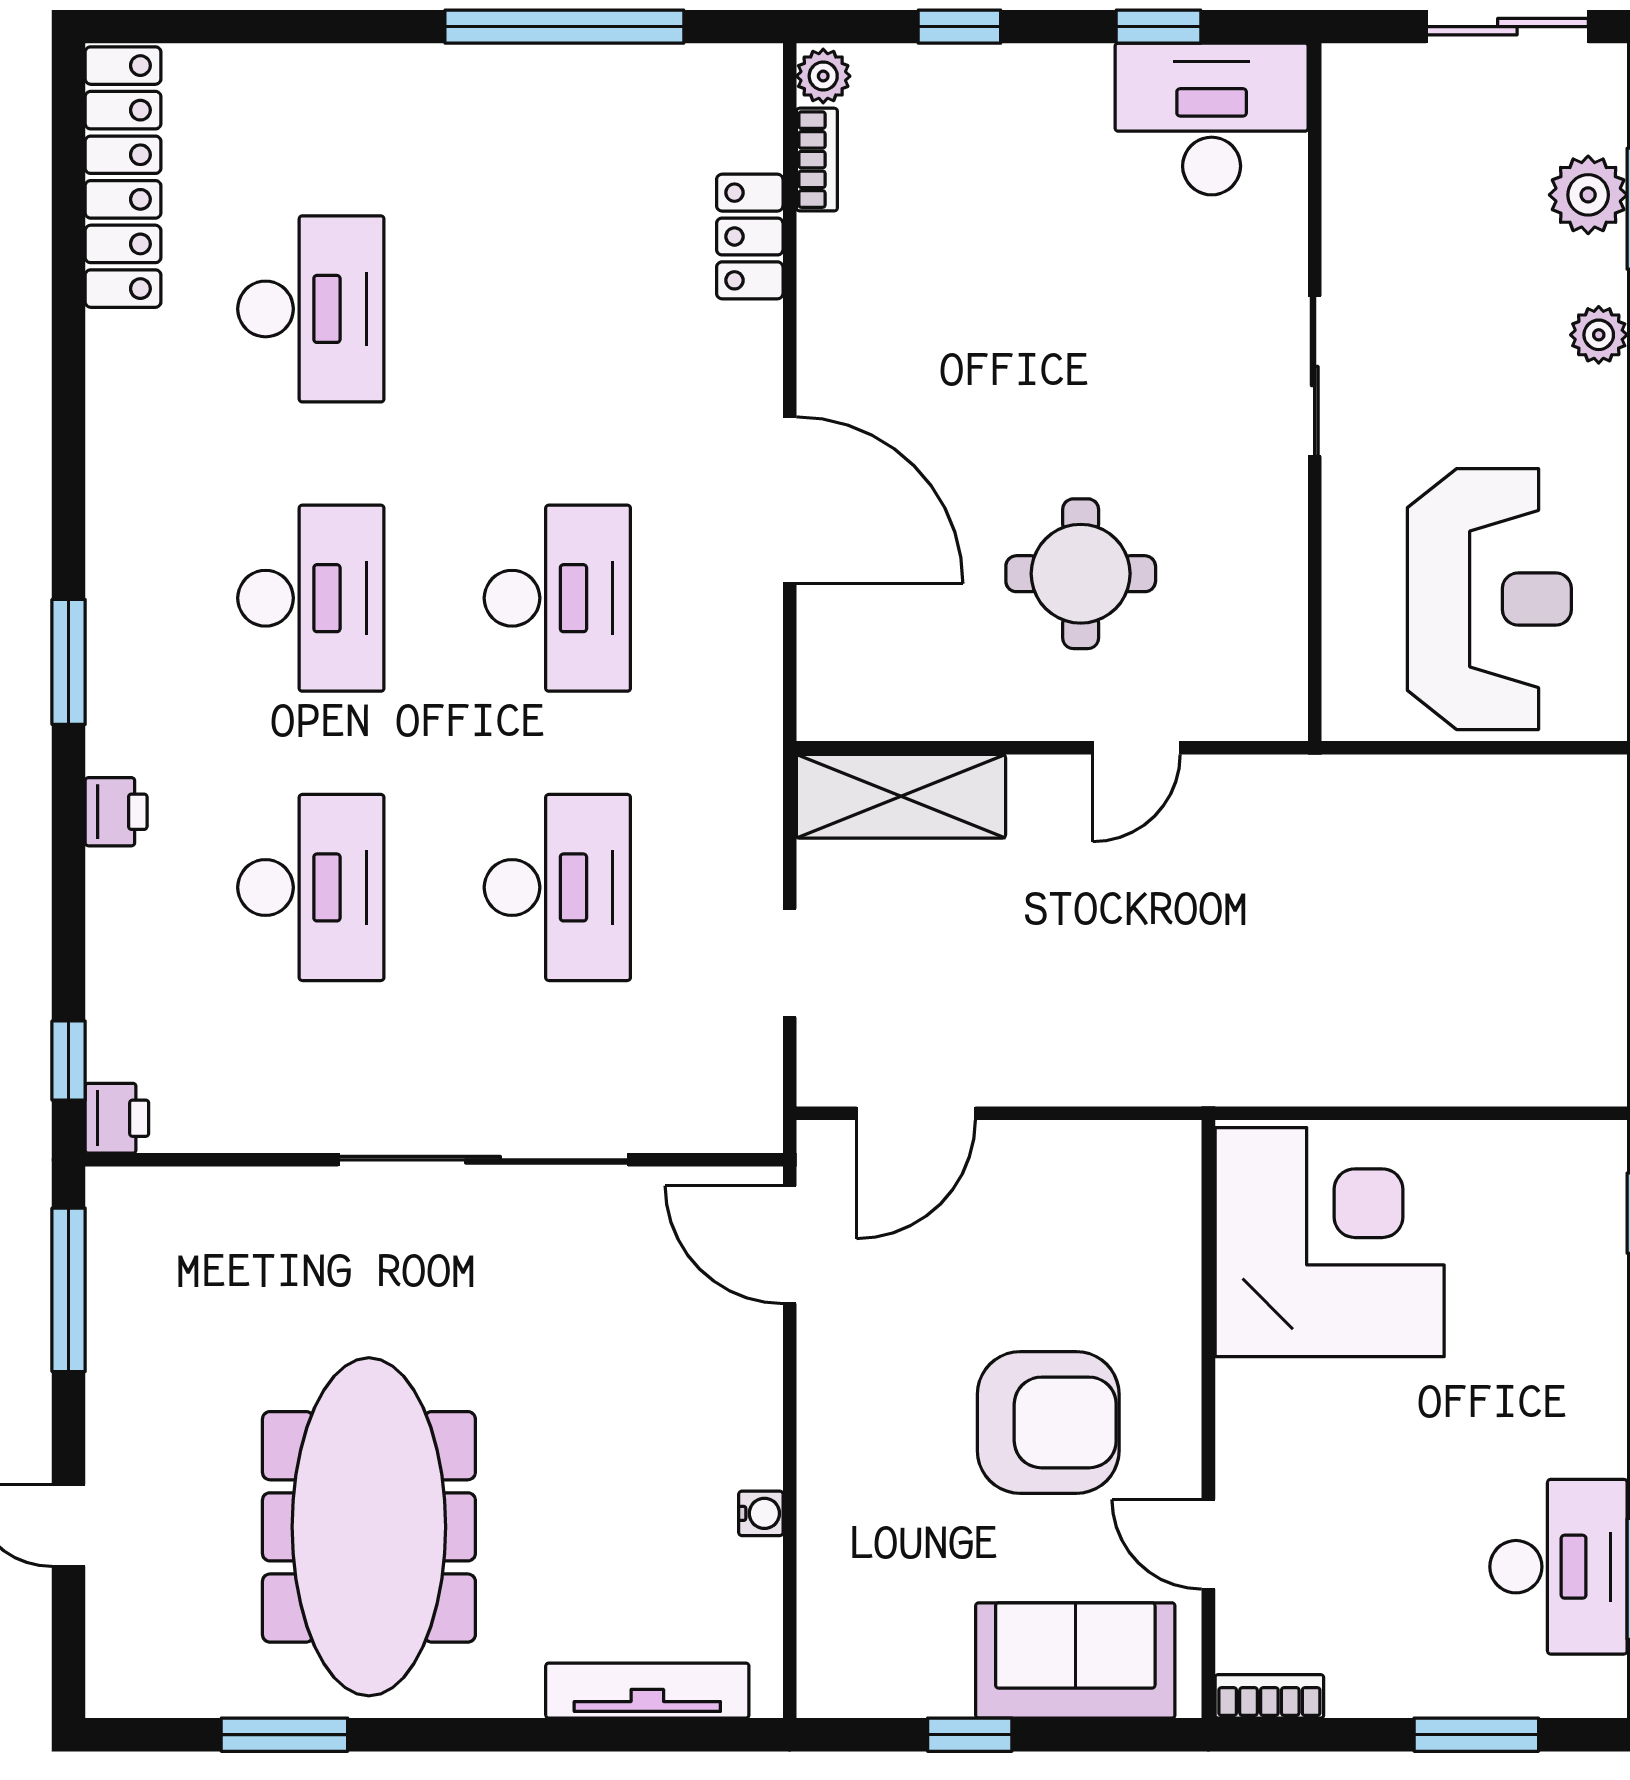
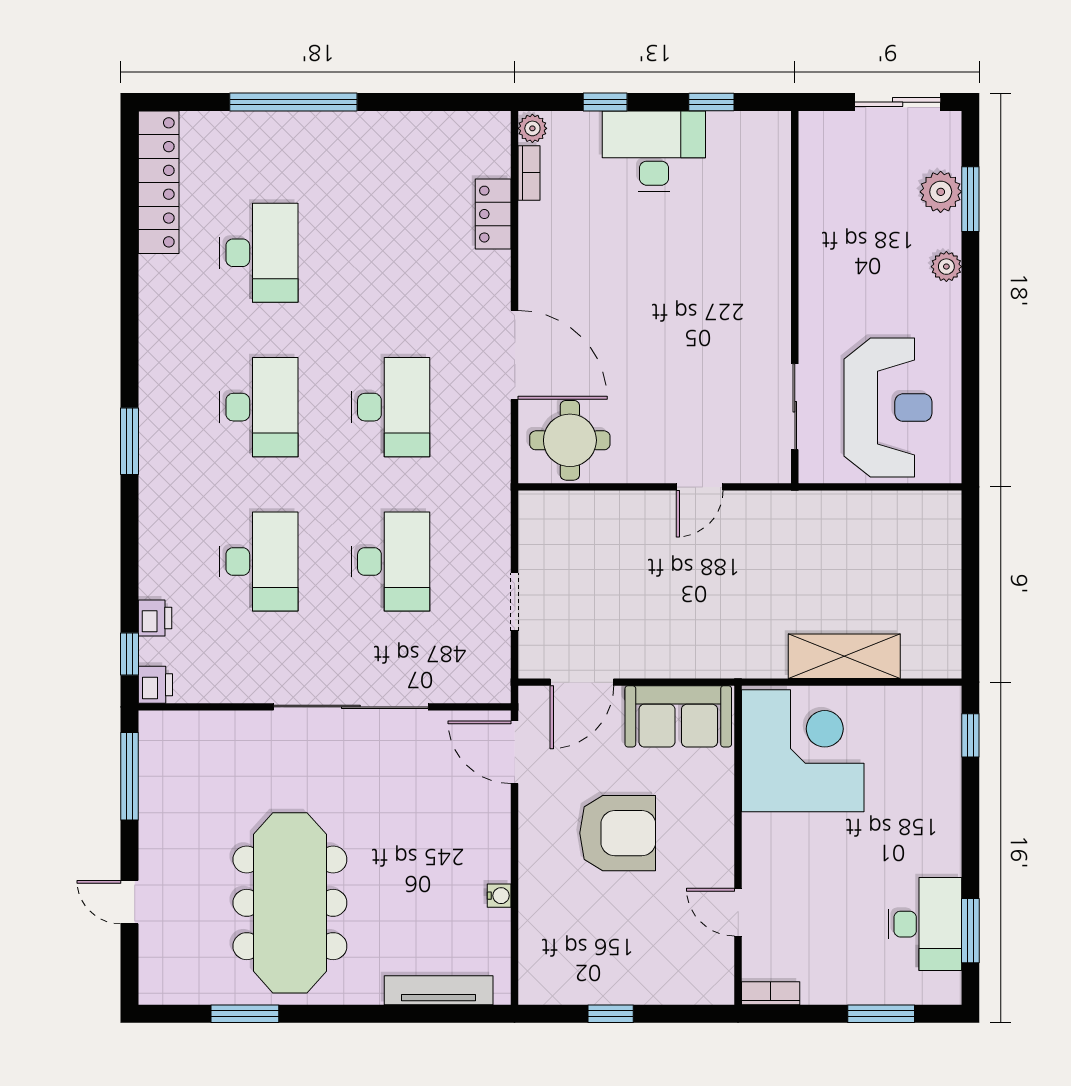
window: (564, 27) -> (293, 102), moved
desk: (1212, 119) -> (654, 151), moved
sliding door: (1315, 376) -> (795, 407), moved
round table: (1081, 574) -> (570, 440), moved
shelving: (901, 796) -> (844, 656), moved
printer: (116, 812) -> (155, 618), moved
armchair: (1048, 1422) -> (618, 833), moved
sofa: (1075, 1660) -> (678, 716), moved, turned 180

